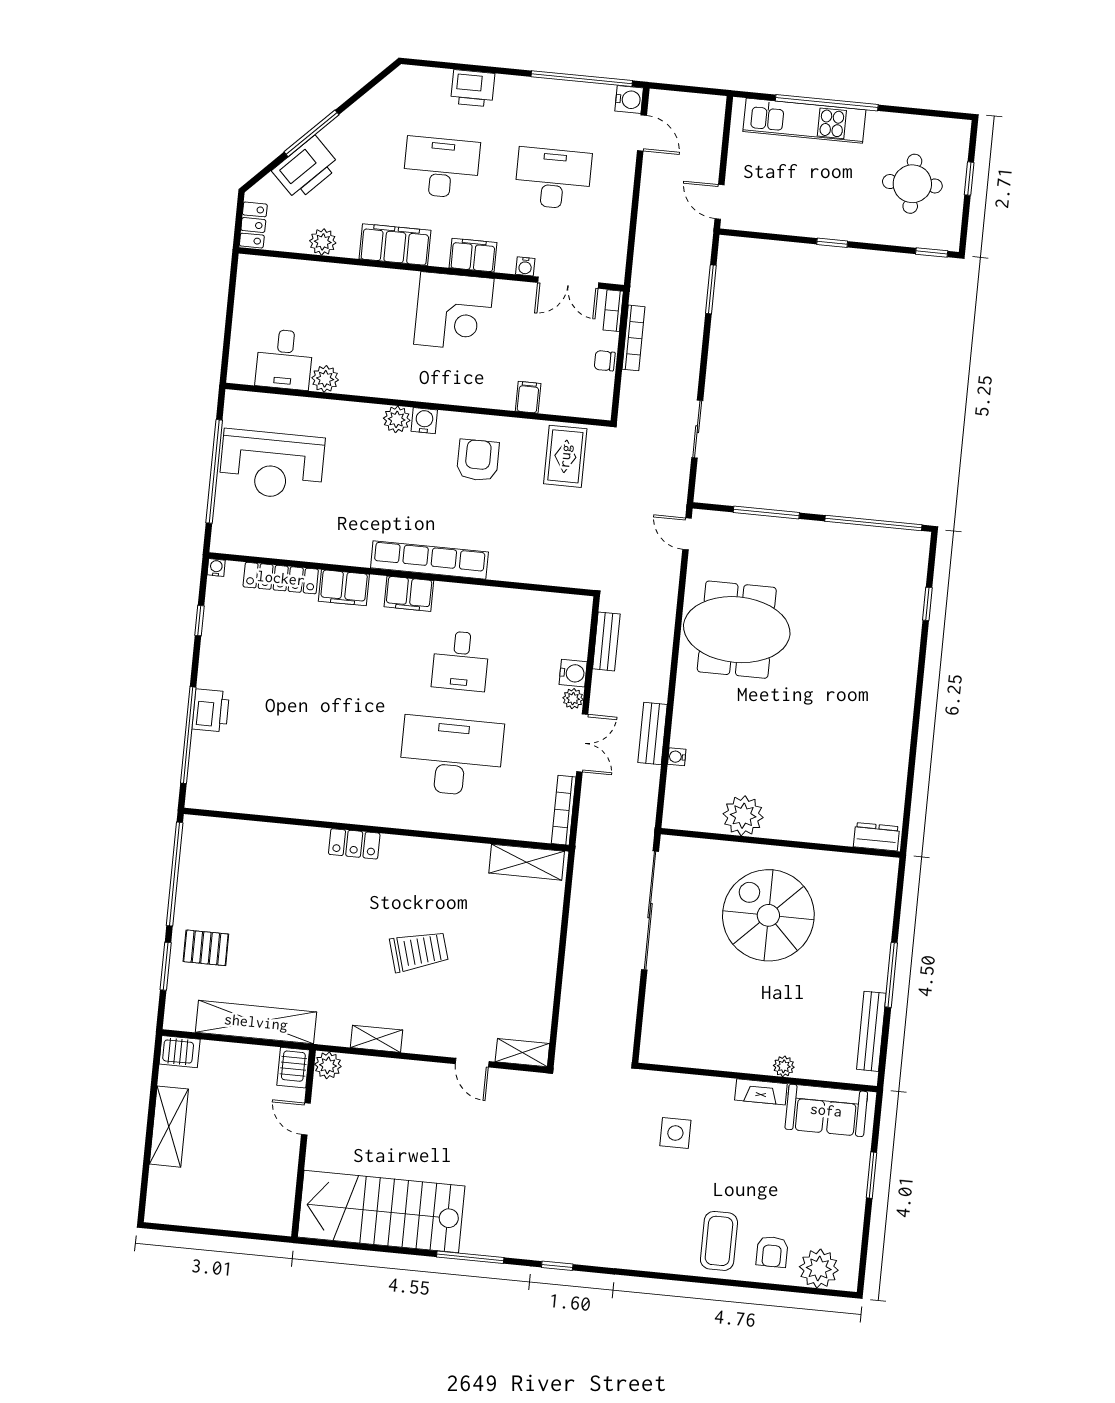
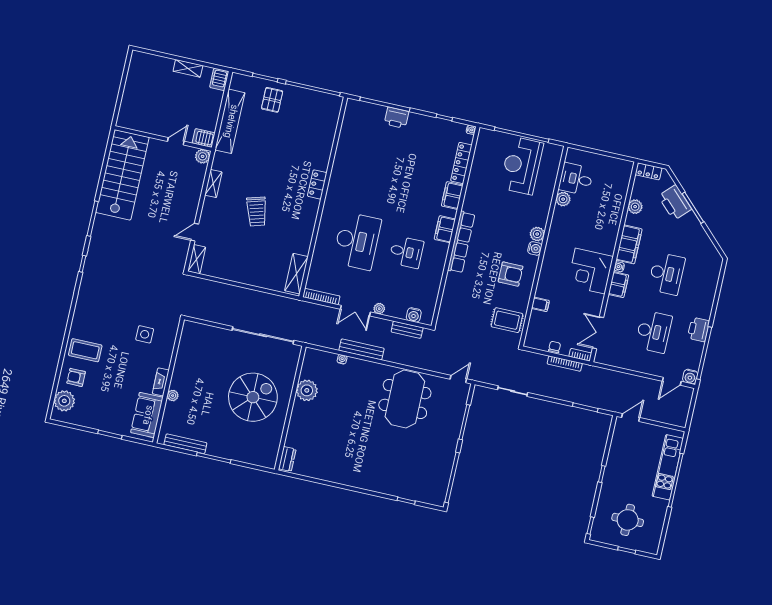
printer: (473, 88) -> (698, 329), moved
water cooler: (525, 266) -> (619, 267), moved
desk: (461, 661) -> (406, 252), turned 180
water cooler: (573, 673) -> (414, 315), moved
bench: (653, 733) -> (362, 349), width x1.36
shelving: (169, 1127) -> (188, 68), width x0.67, depth x0.75

